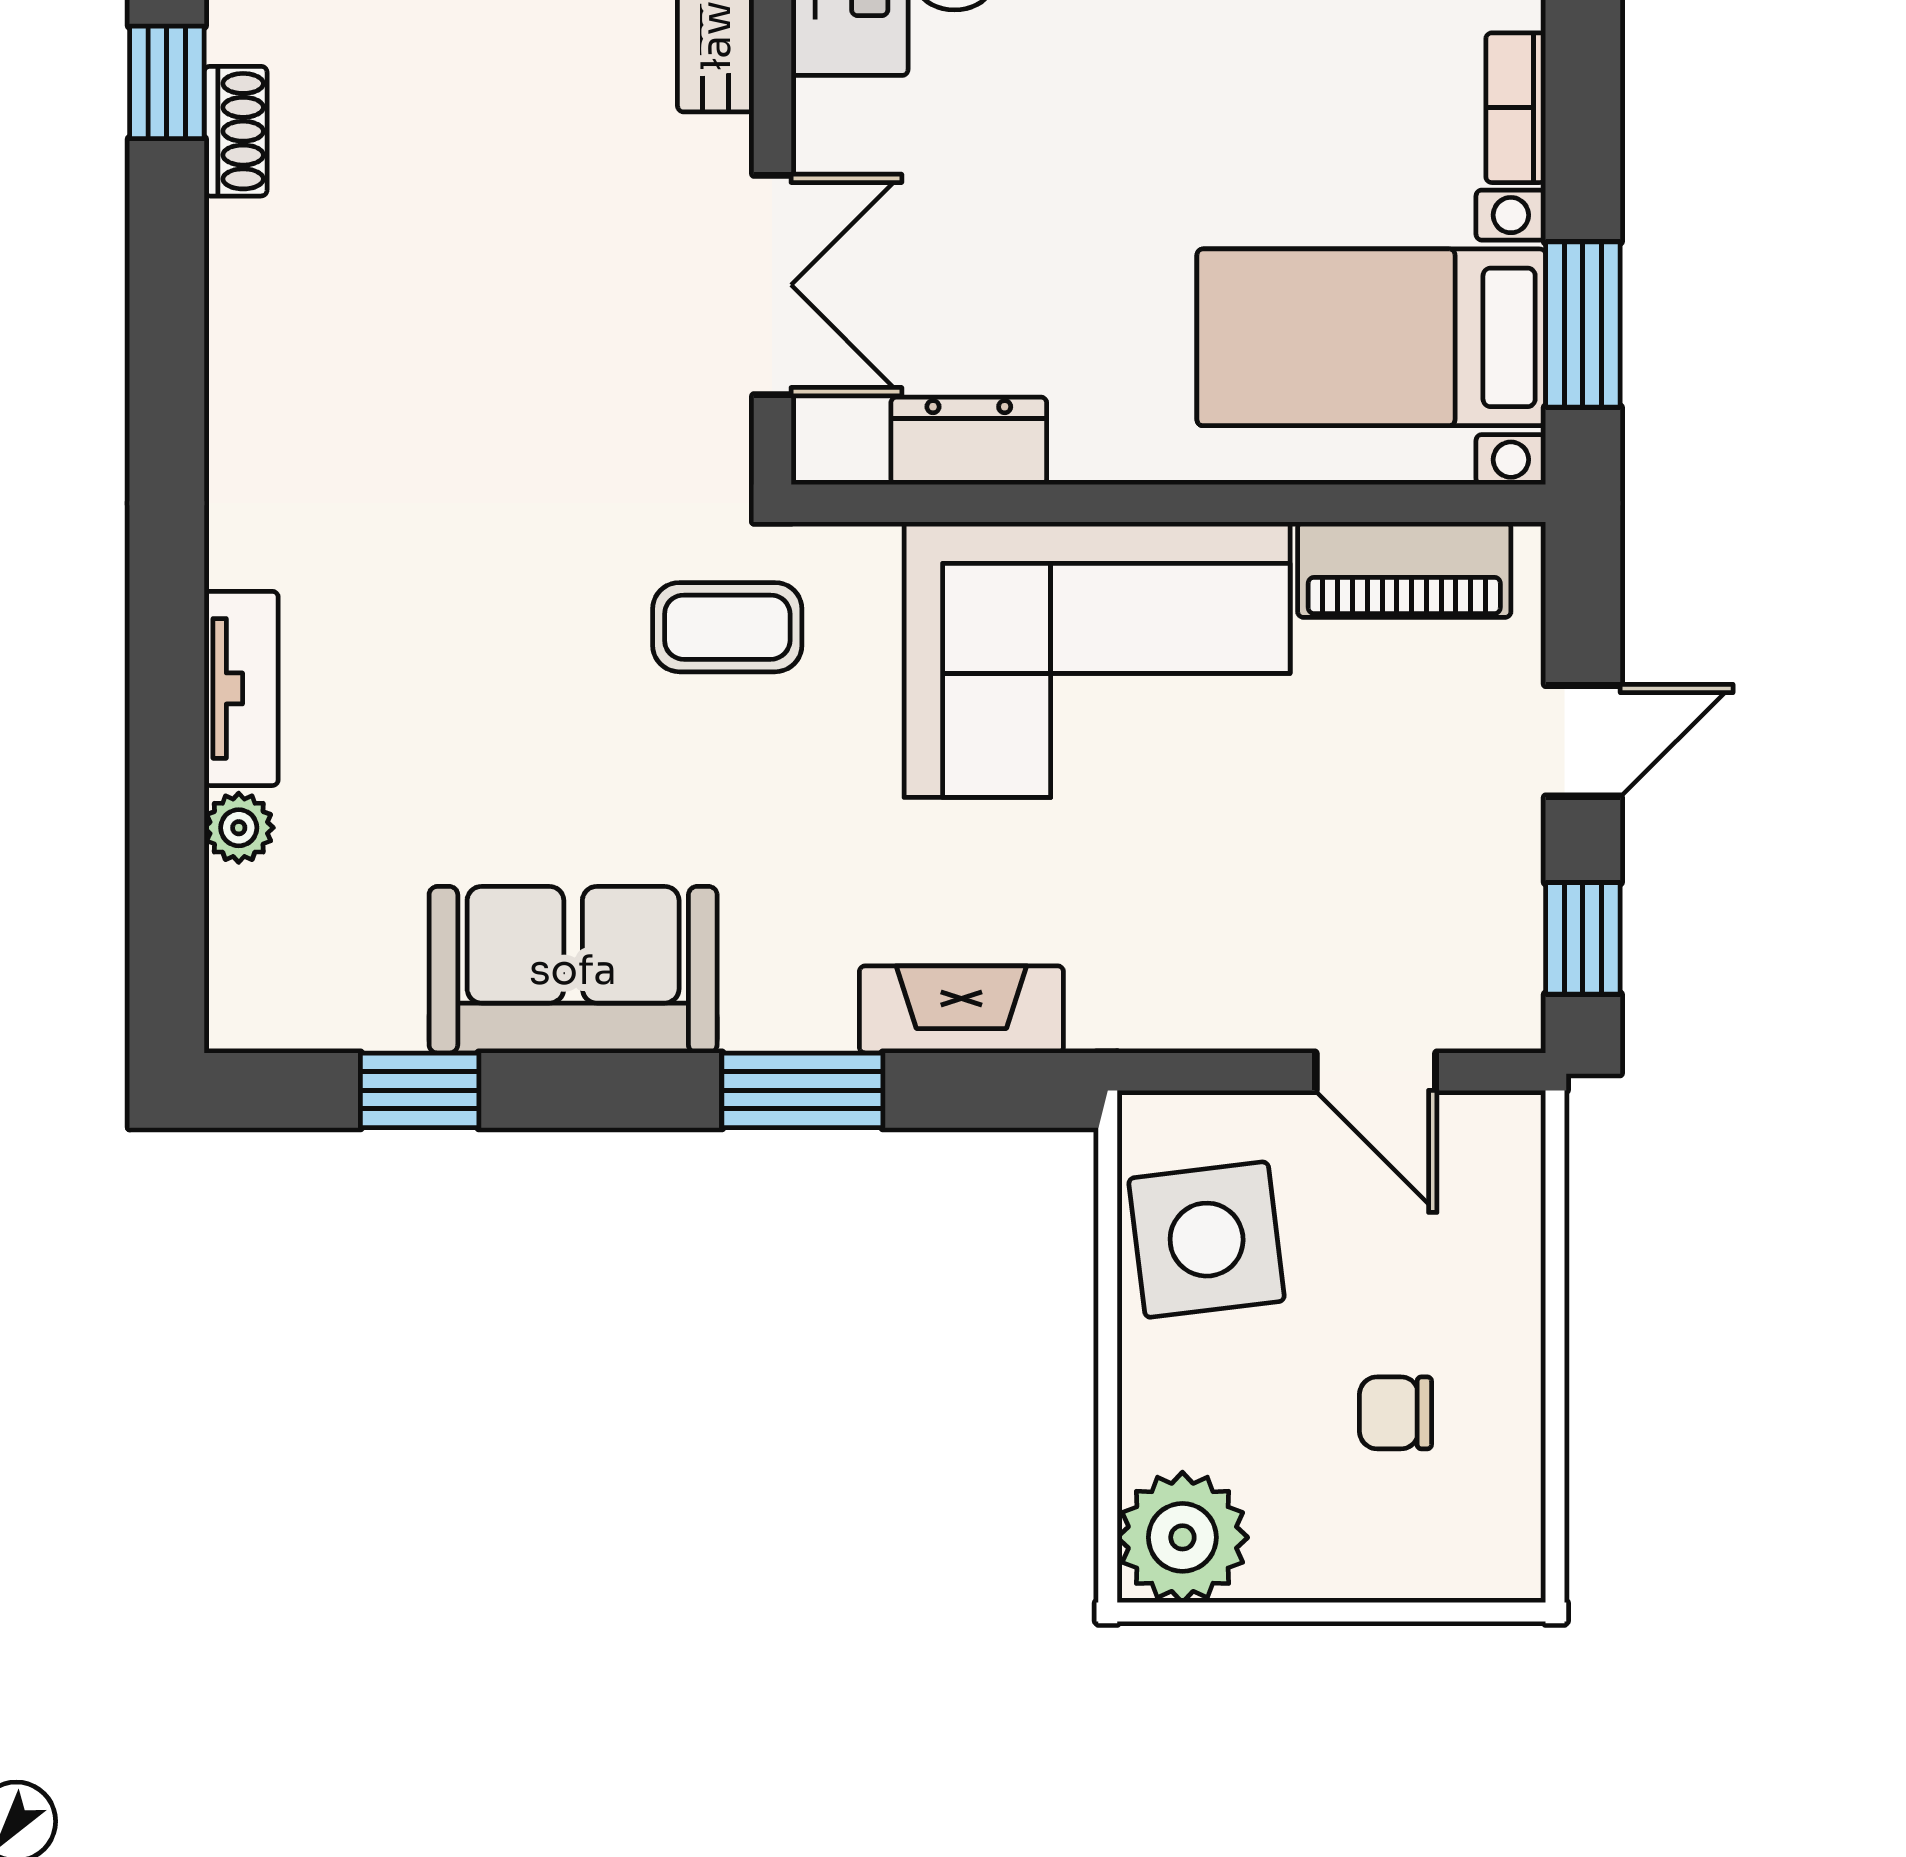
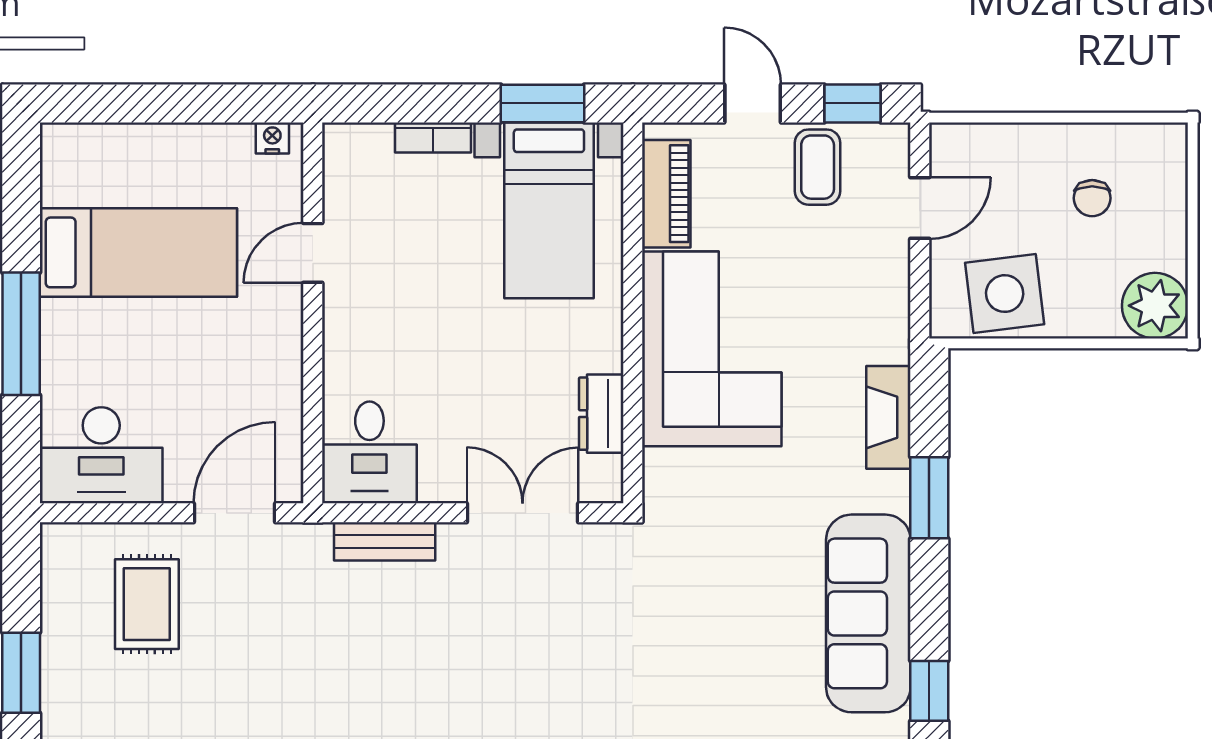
coffee table: (727, 627) -> (818, 167), moved
sofa: (573, 970) -> (868, 613), width x1.36

